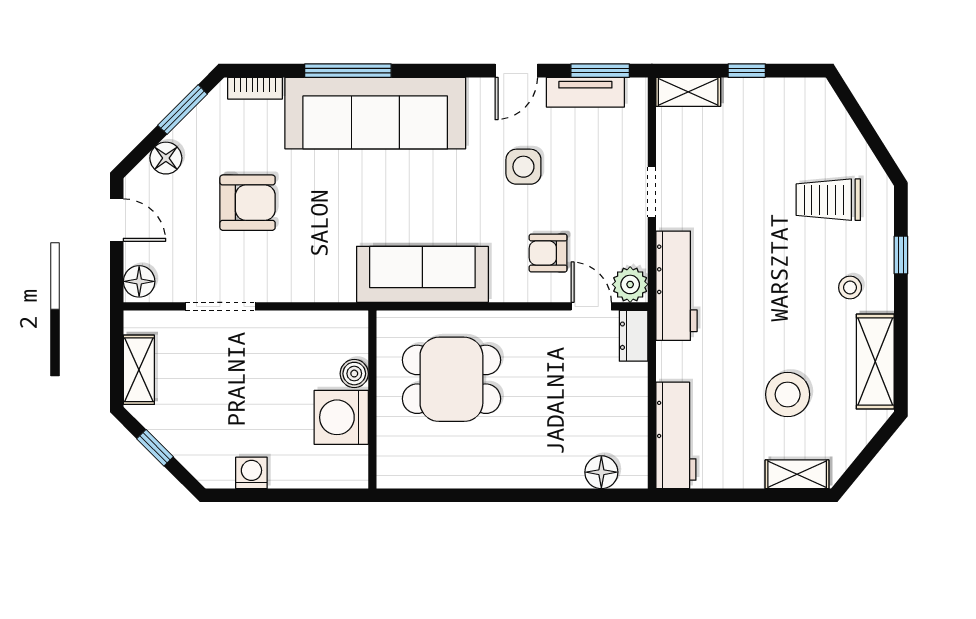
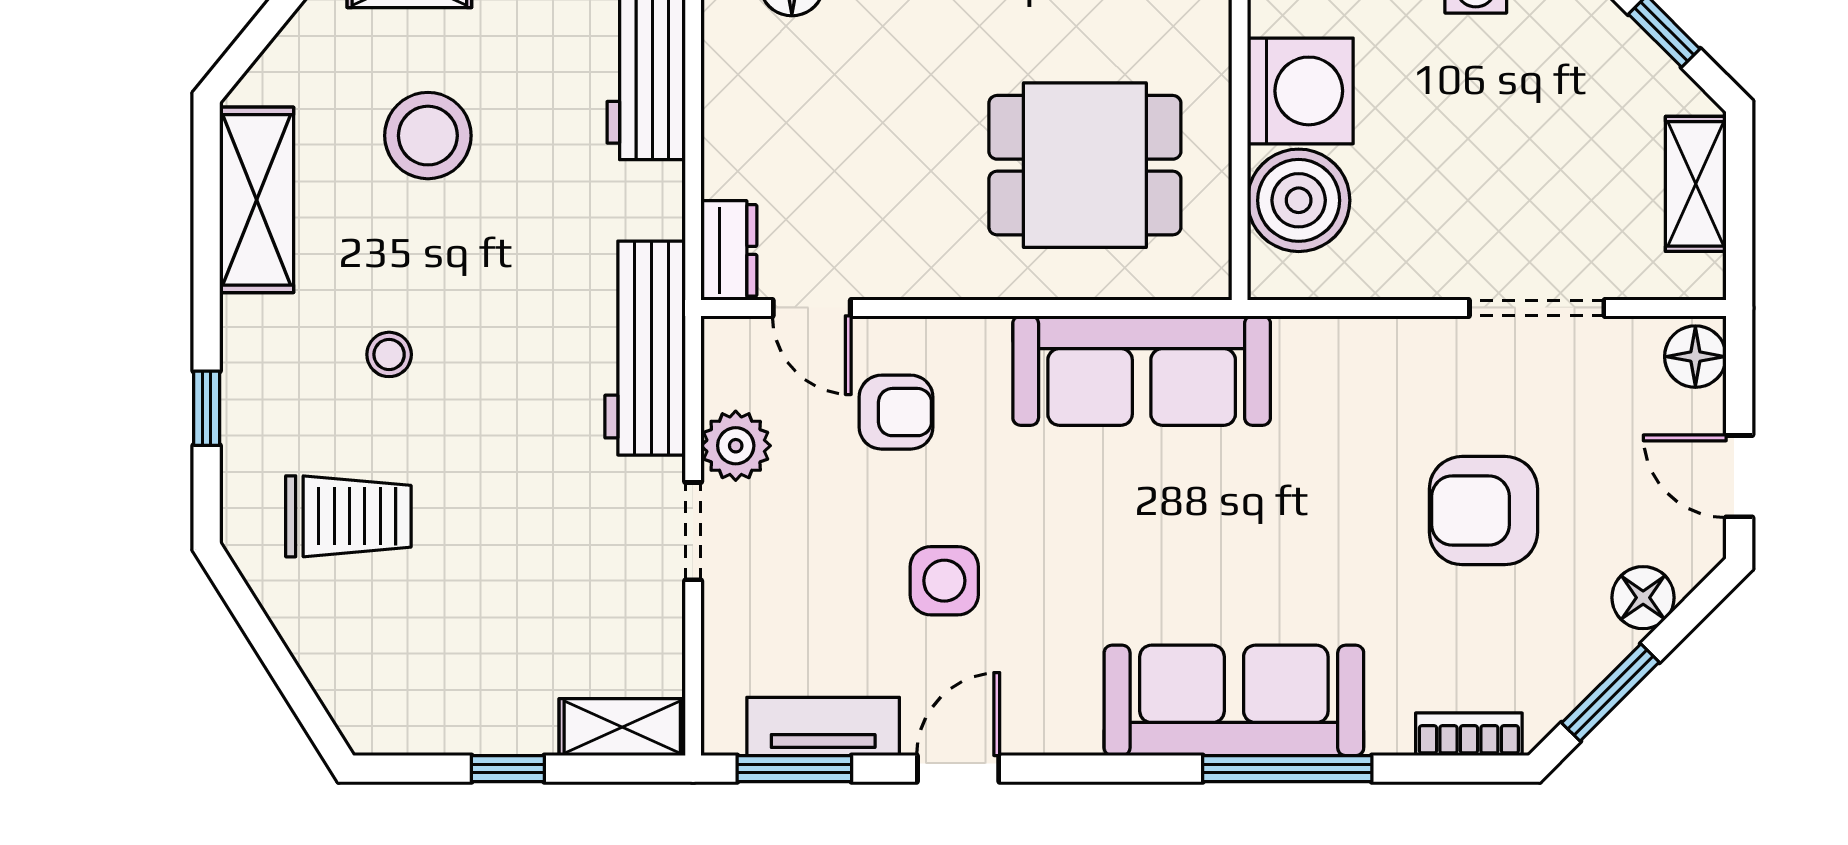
sofa: (375, 113) -> (1234, 700), width x0.74, depth x0.79
plant: (630, 284) -> (736, 446), moved
stool: (850, 288) -> (389, 354), moved
boiler: (354, 374) -> (1299, 200), width x1.86, depth x1.86

